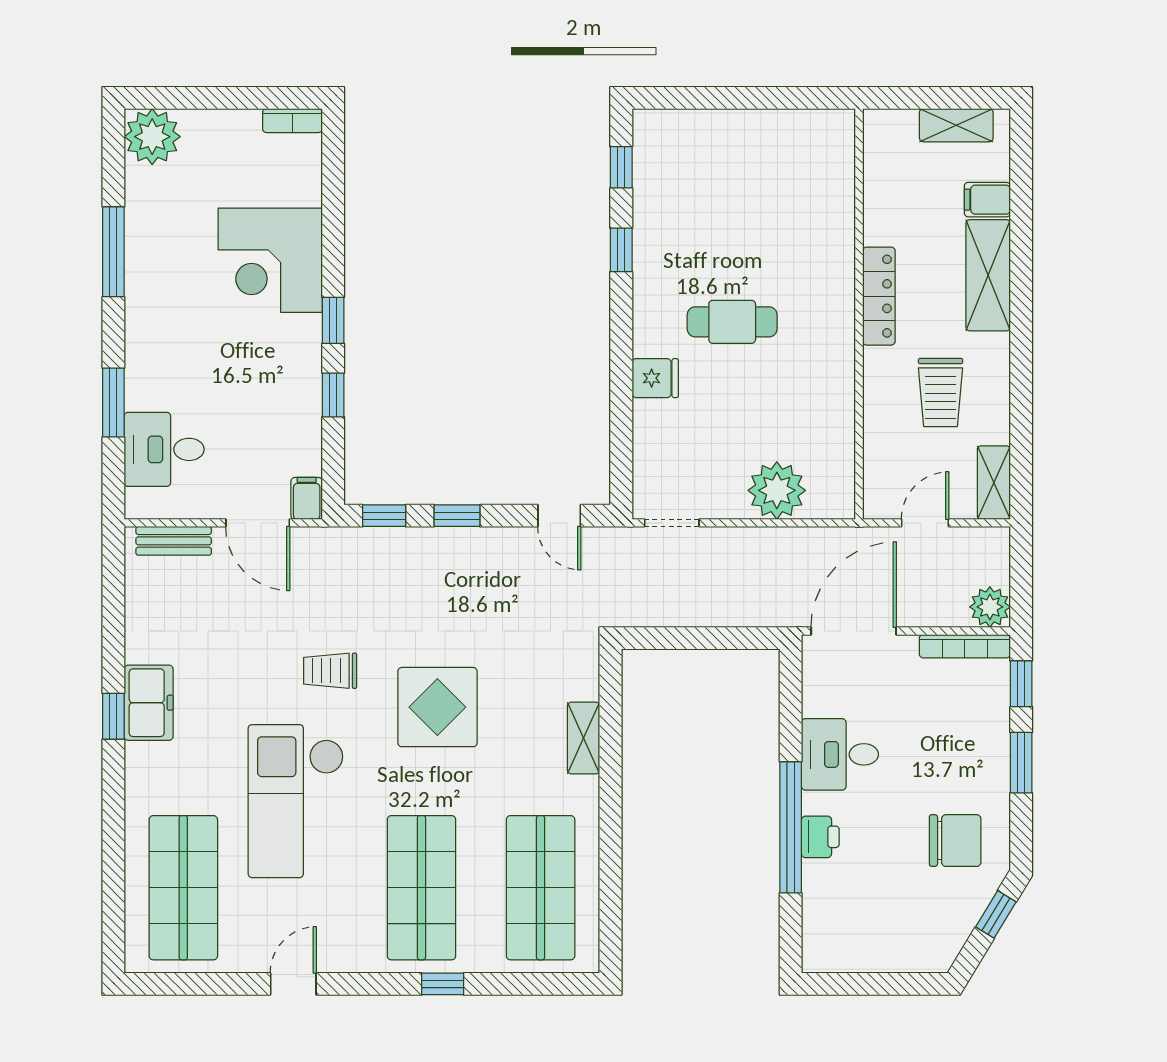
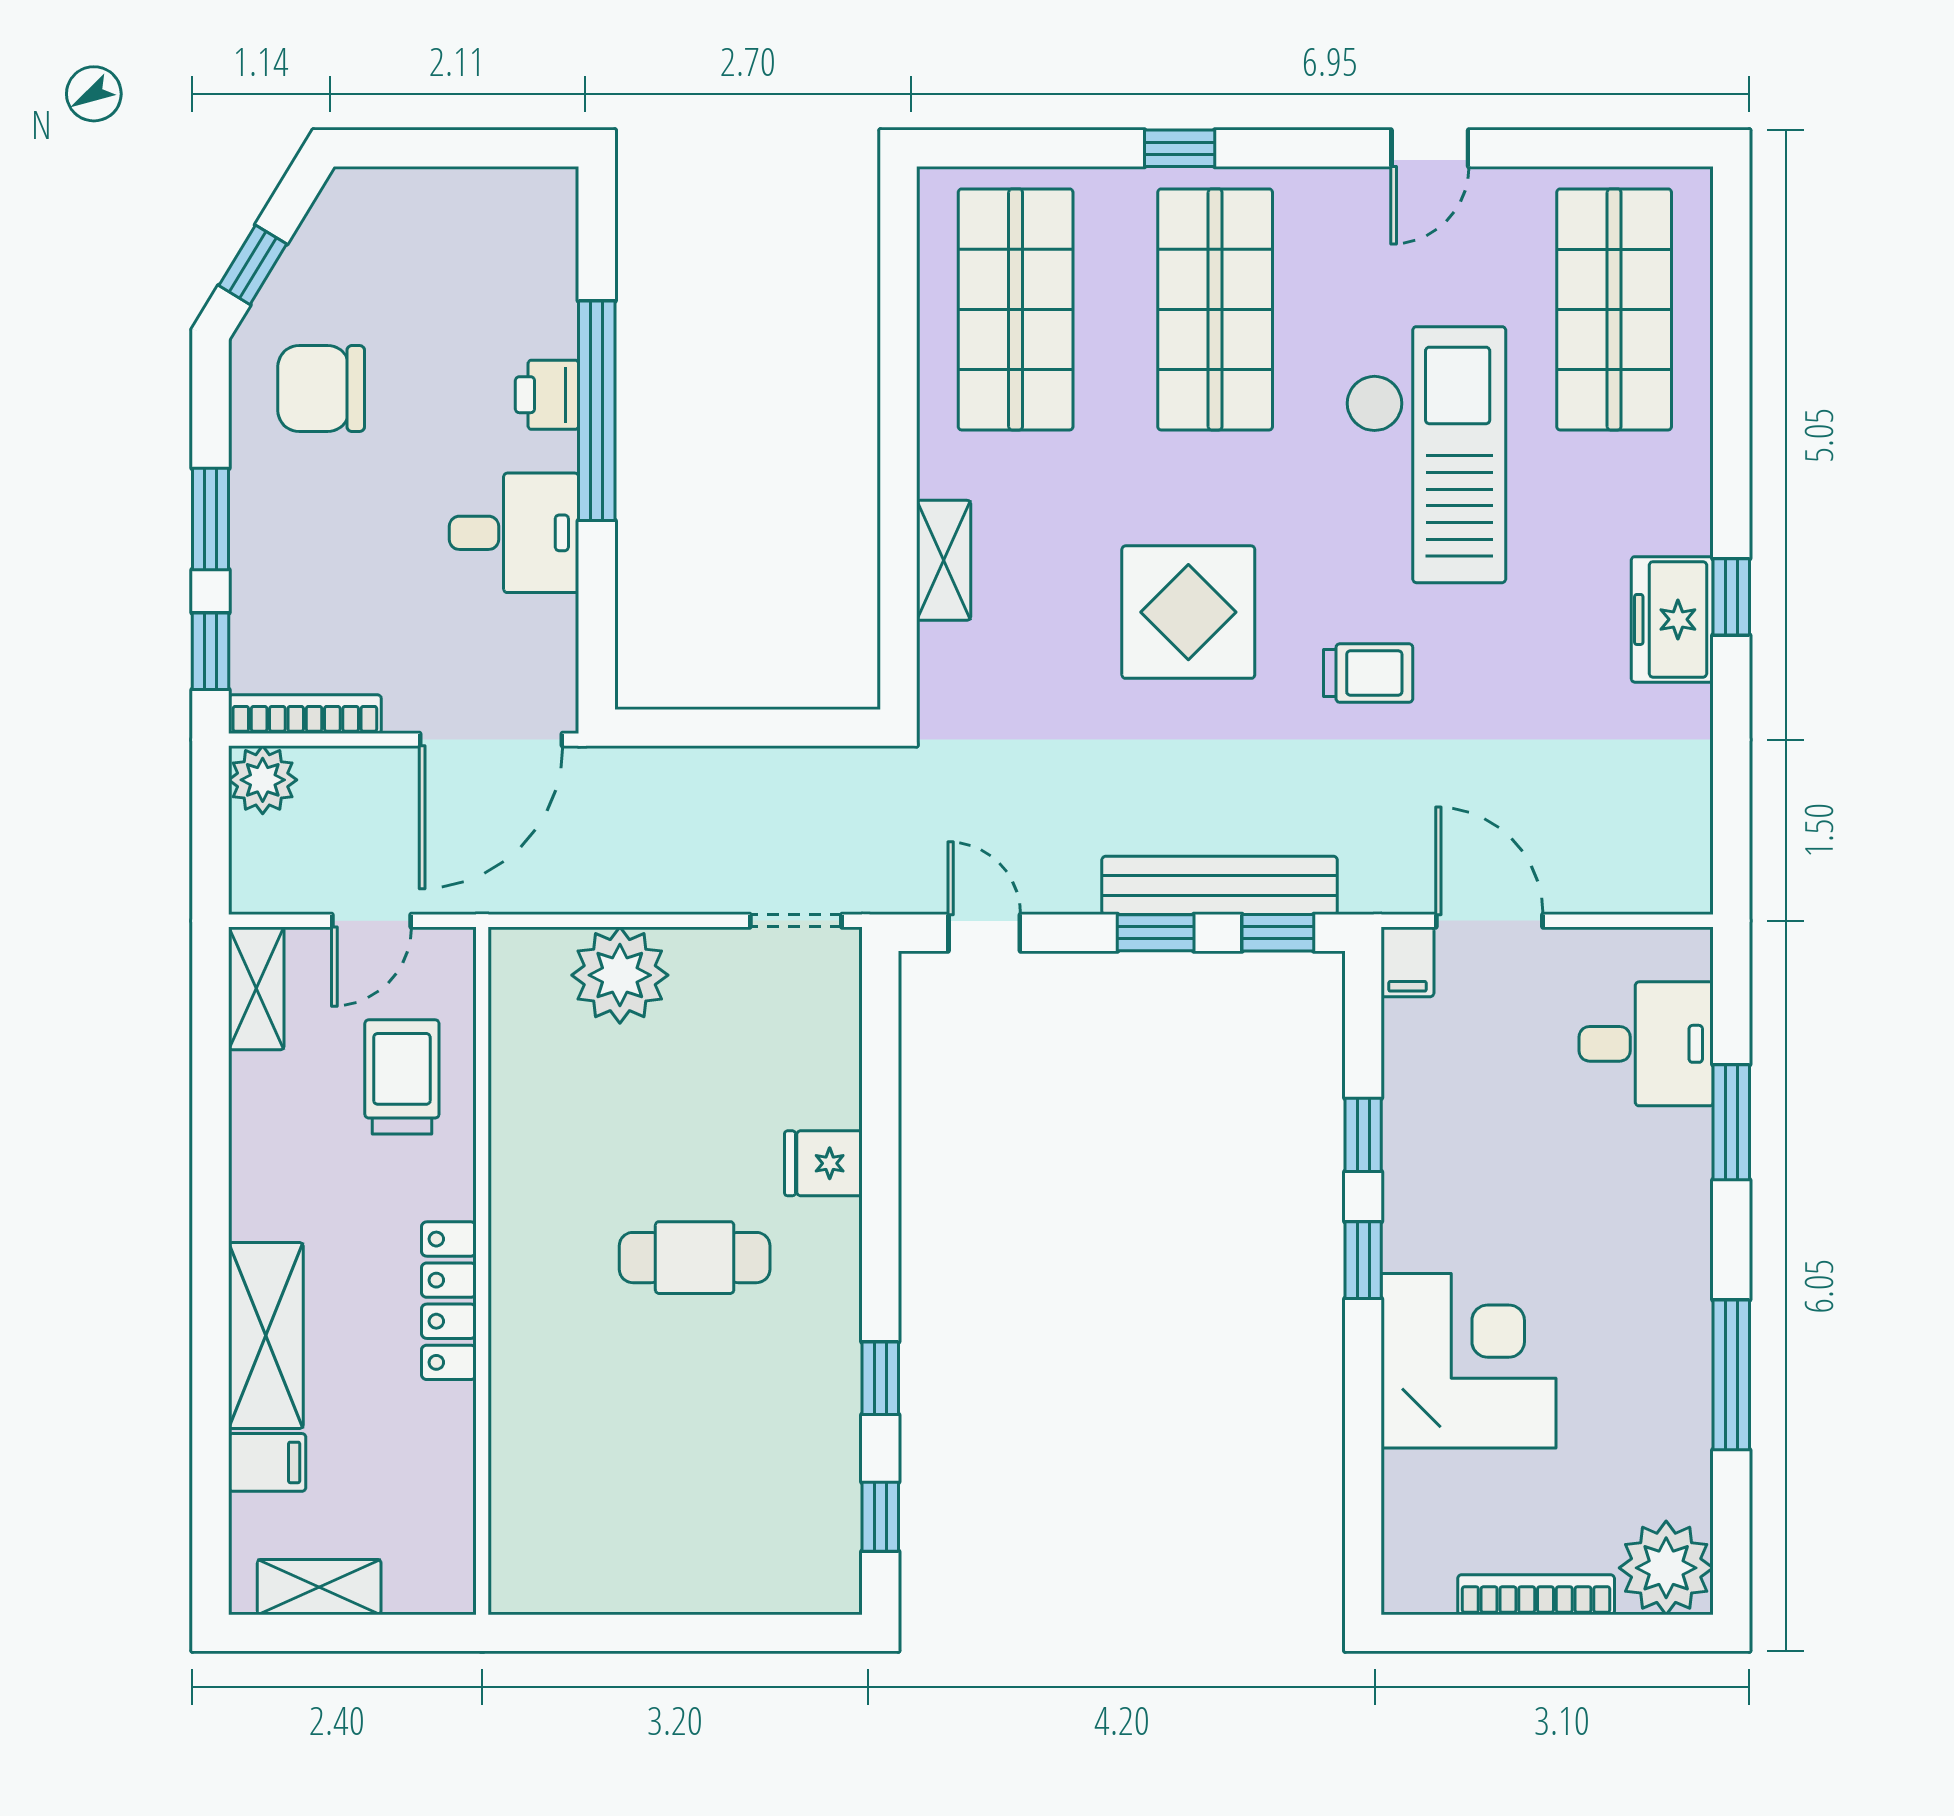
bookcase: (292, 121) -> (1536, 1595), moved, width x1.56
trolley: (941, 392) -> (402, 1077), moved
bench: (174, 541) -> (1220, 885), moved, width x1.86, depth x1.21

